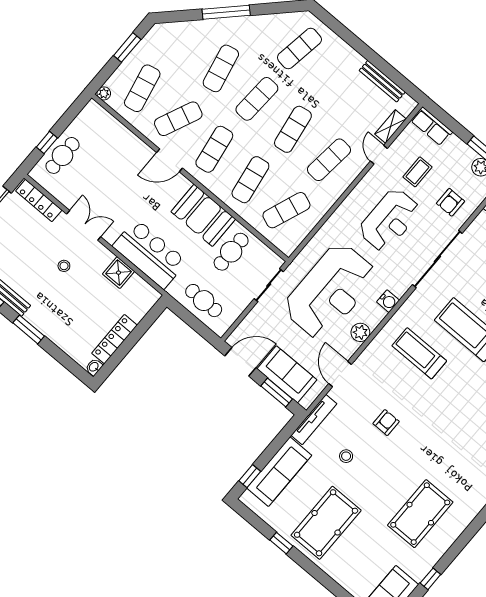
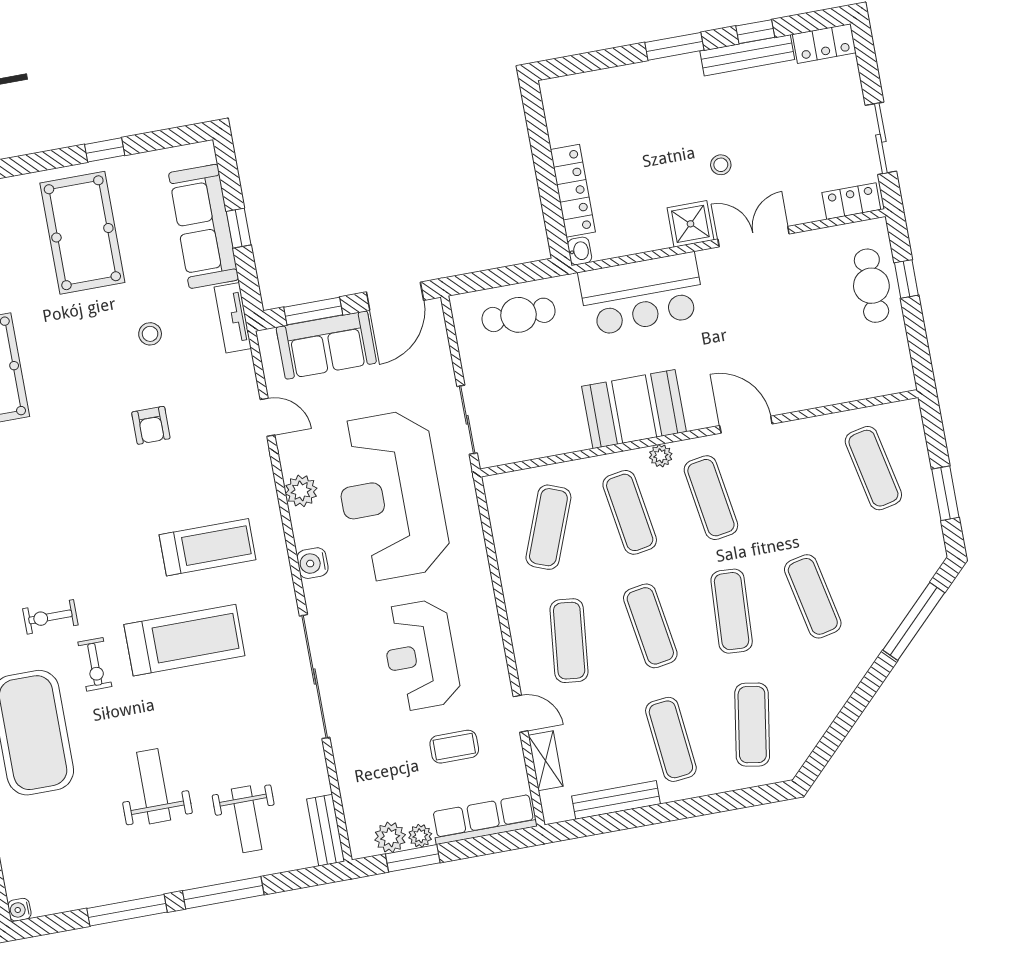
window: (226, 12) -> (914, 621), moved
plant: (104, 93) -> (661, 456), moved
exercise mat: (178, 119) -> (671, 739), moved, turned -30
row of seats: (432, 126) -> (484, 819), width x1.48
plant: (469, 155) -> (420, 836), added
door: (169, 160) -> (746, 425), hinge flipped
coffee table: (418, 172) -> (454, 747), turned 90
locker: (39, 200) -> (851, 201), width x0.66
armchair: (450, 202) -> (376, 757), removed
double door: (84, 225) -> (754, 237), swing flipped
cafe table: (231, 252) -> (554, 406), removed
shower: (119, 273) -> (690, 224), moved
locker: (115, 339) -> (573, 191), moved
washbasin: (94, 367) -> (580, 251), moved
door: (340, 374) -> (268, 417), width x0.73
tv unit: (314, 420) -> (233, 318), width x0.71
window: (250, 476) -> (239, 228), moved

